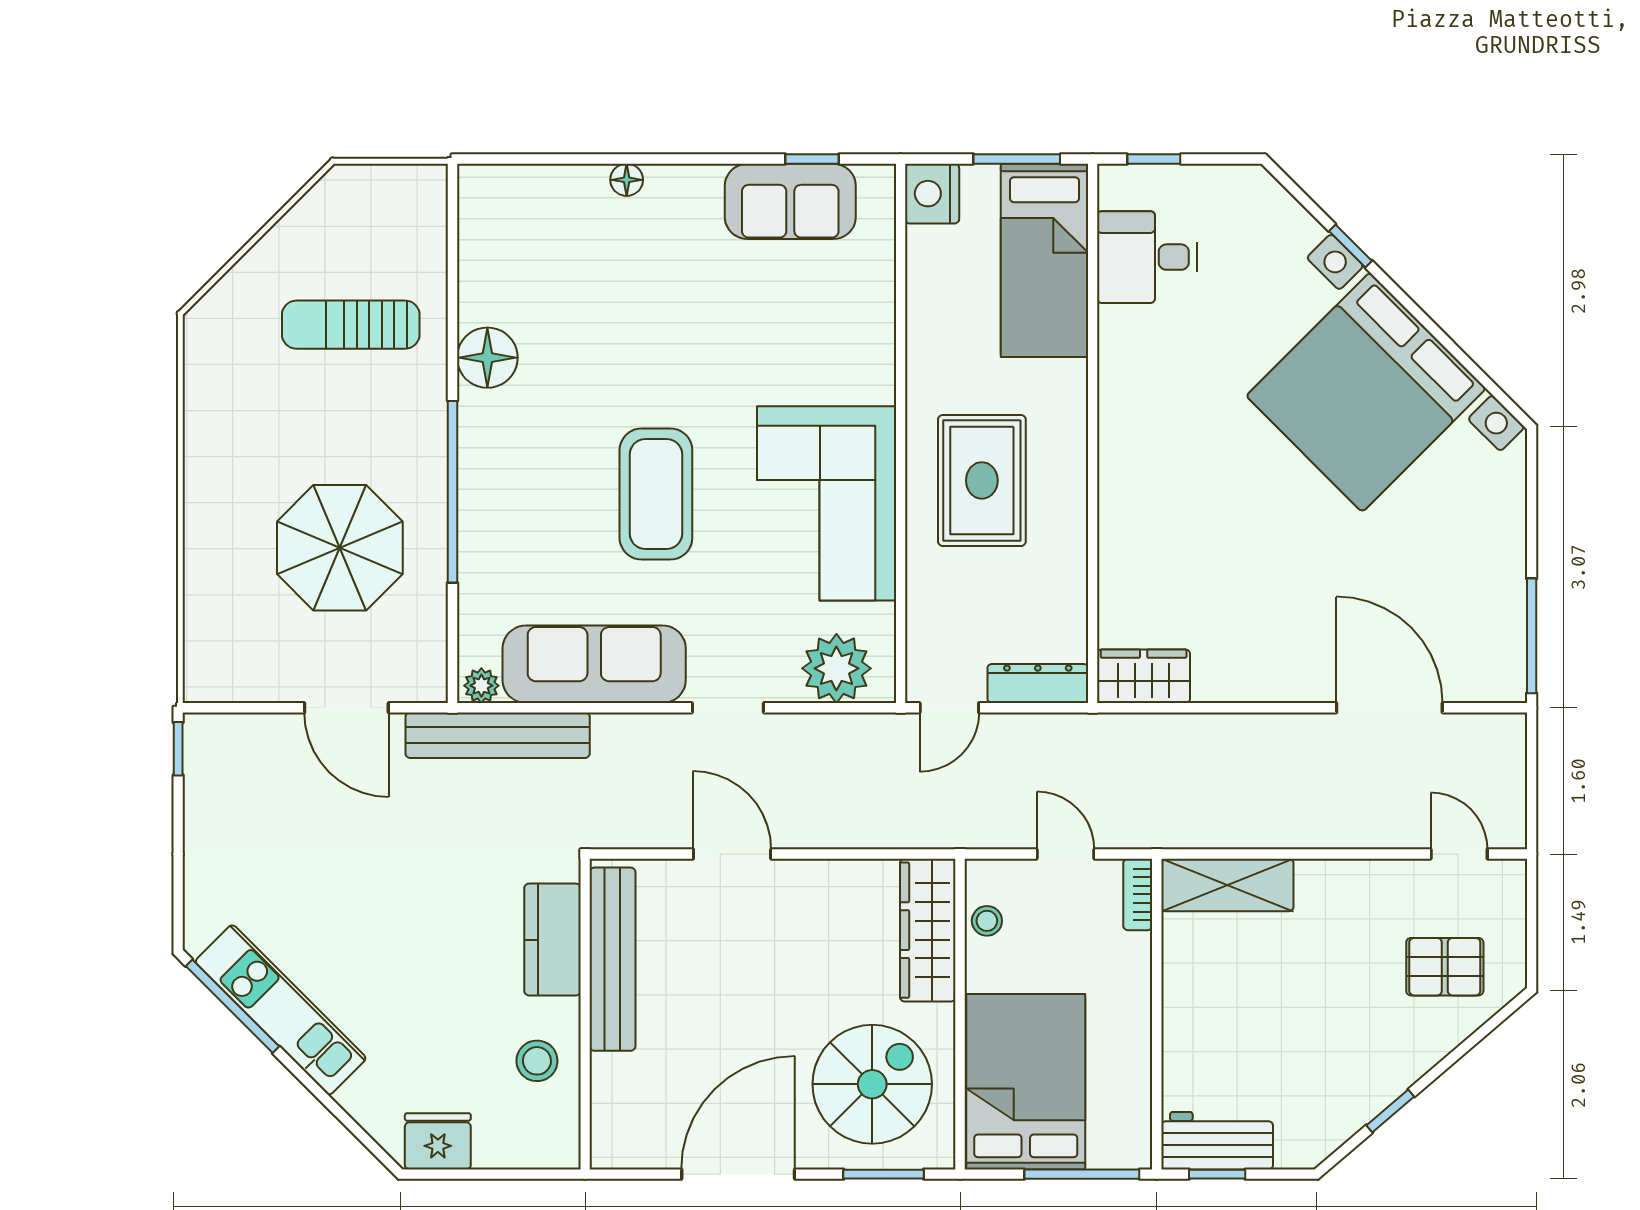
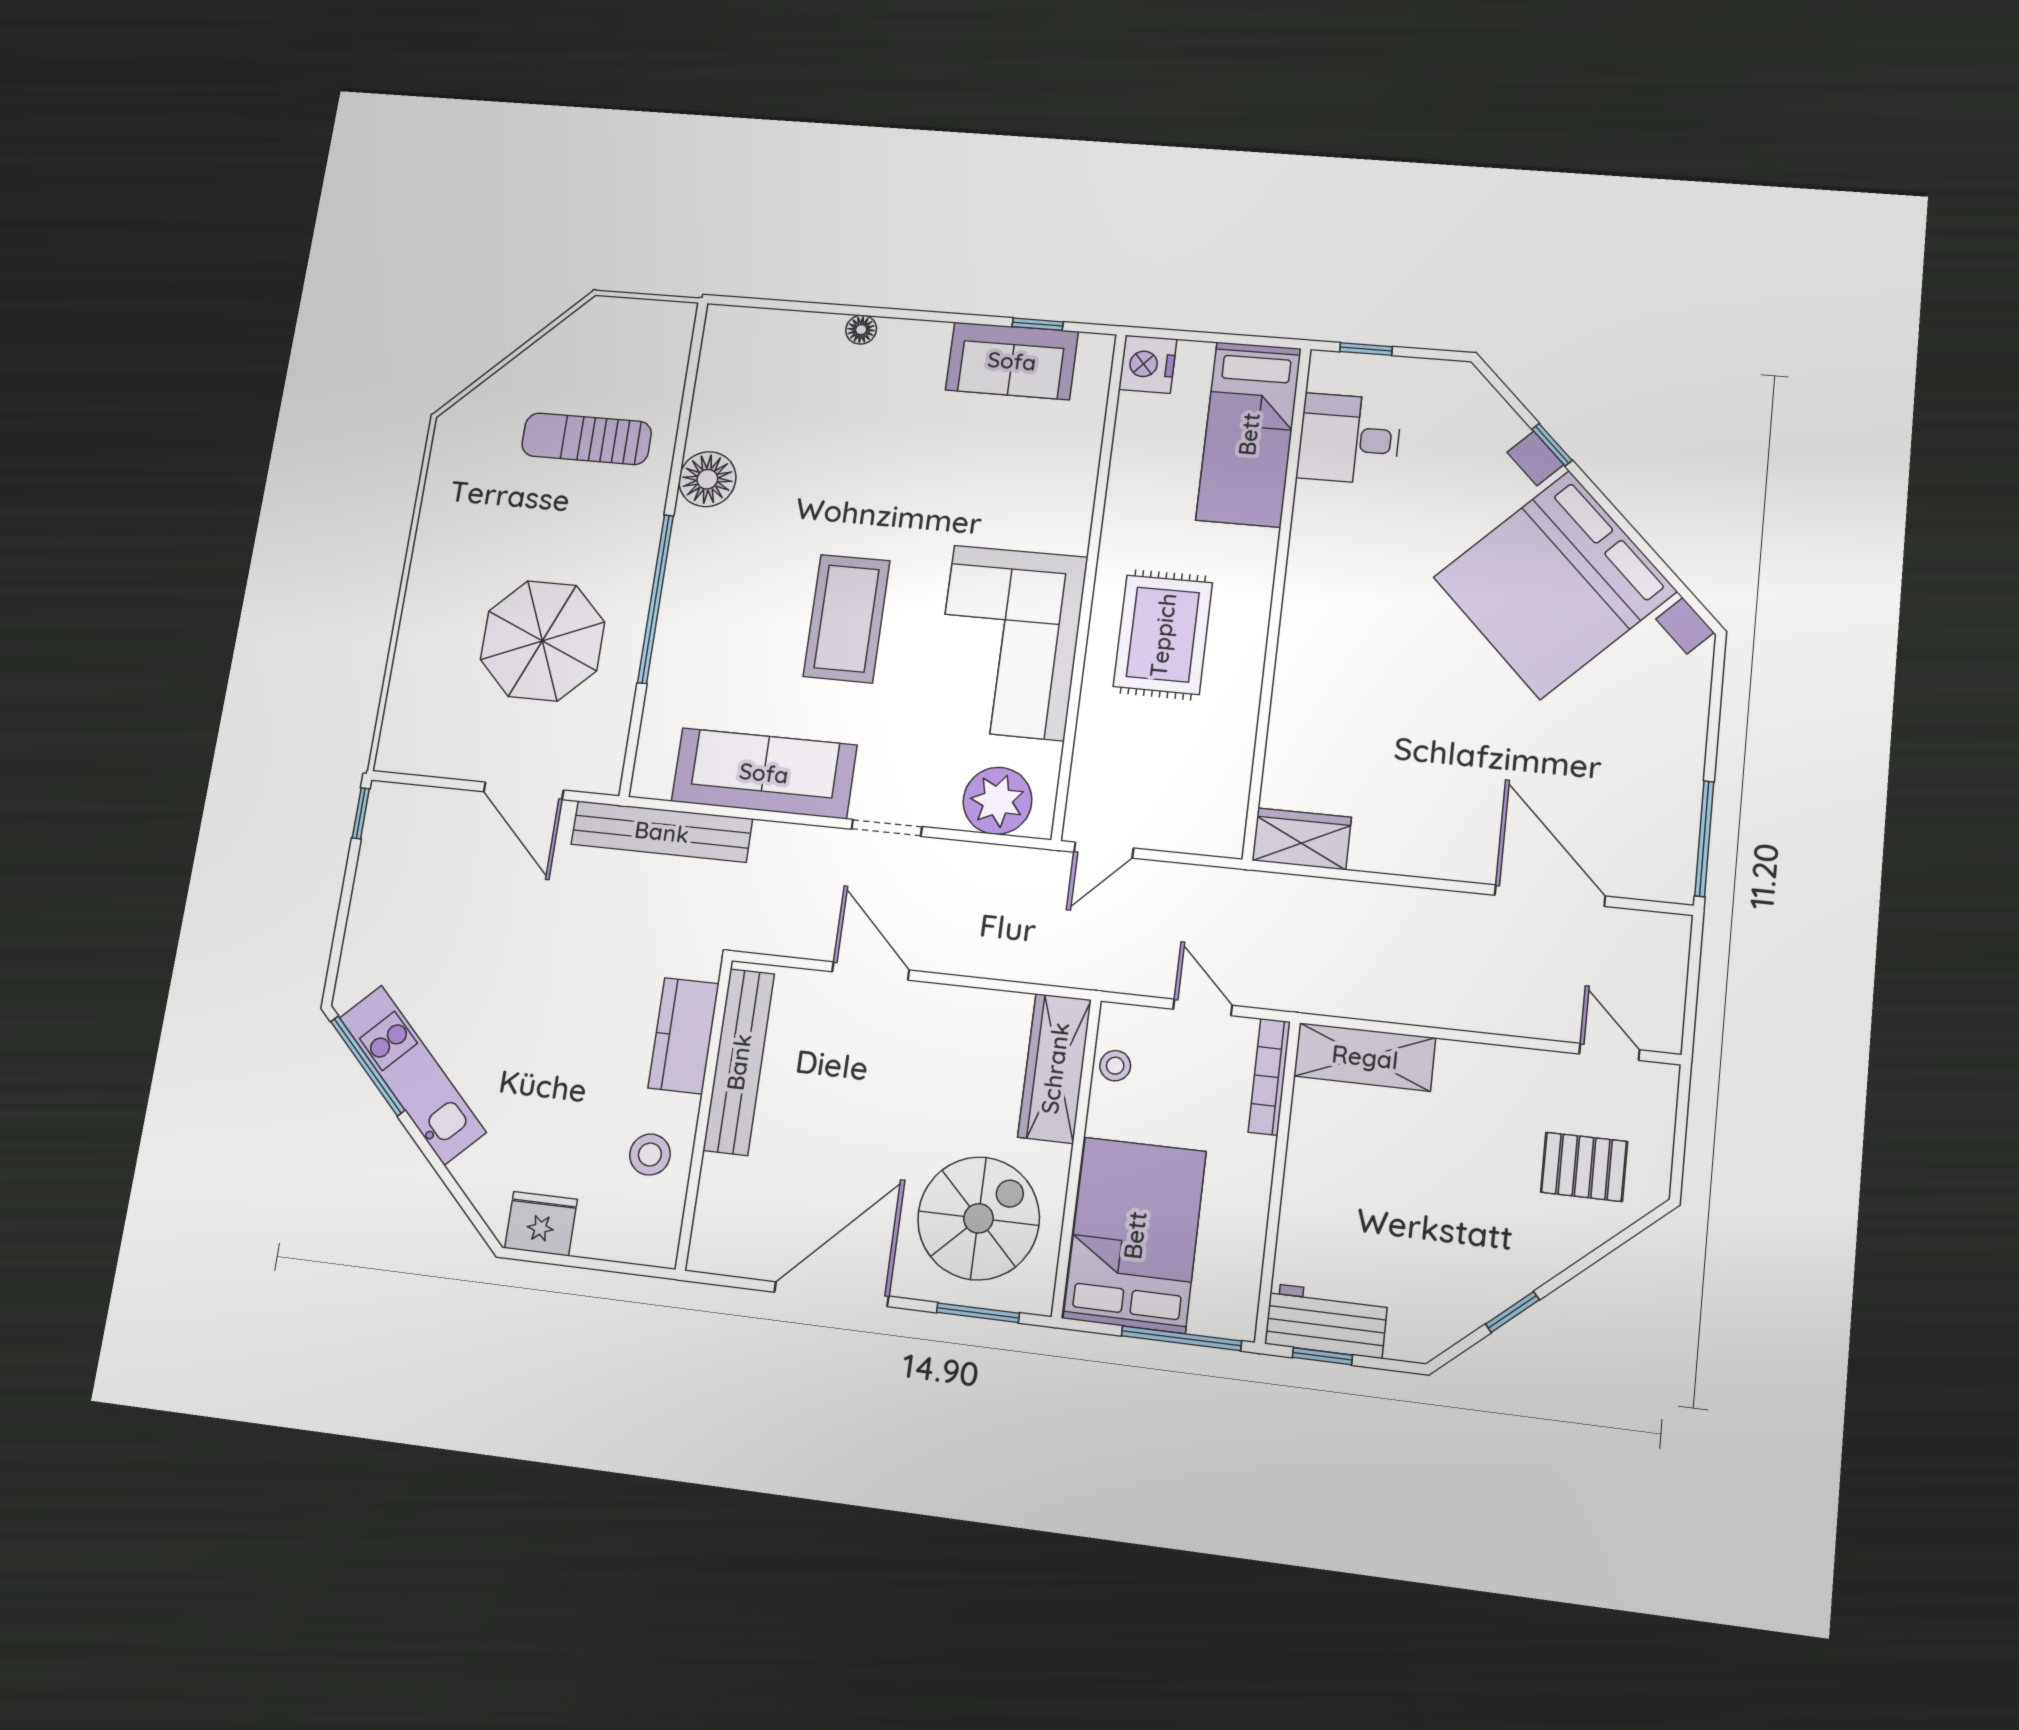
window: (1017, 159) -> (1233, 339), removed
dresser: (1038, 683) -> (1195, 835), removed
plant: (481, 686) -> (654, 783), removed
bookcase: (1138, 894) -> (1269, 1077), width x1.56

